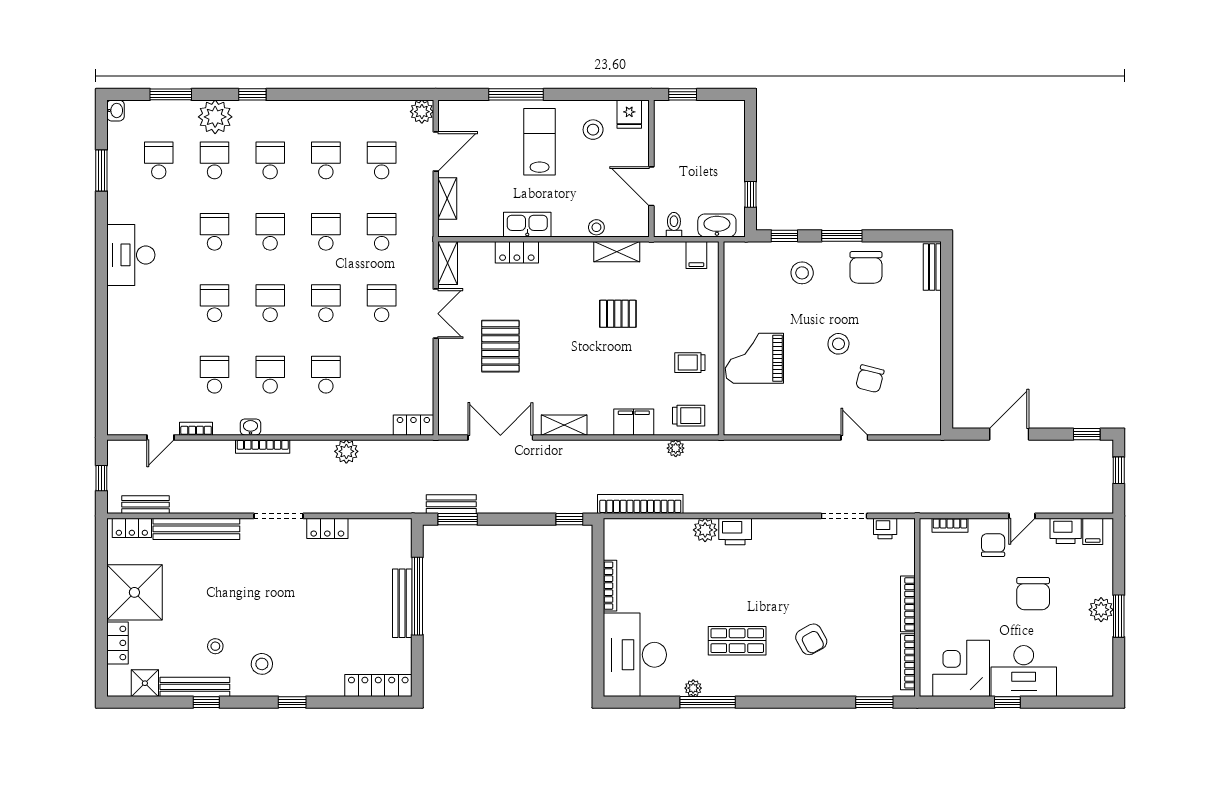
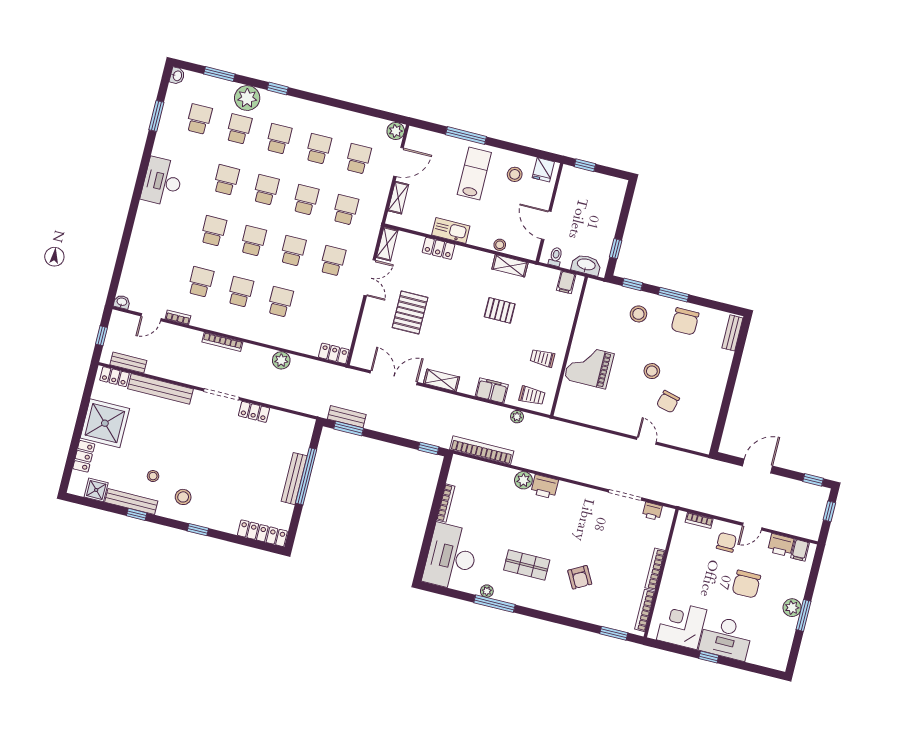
washbasin: (250, 427) -> (122, 302), moved

